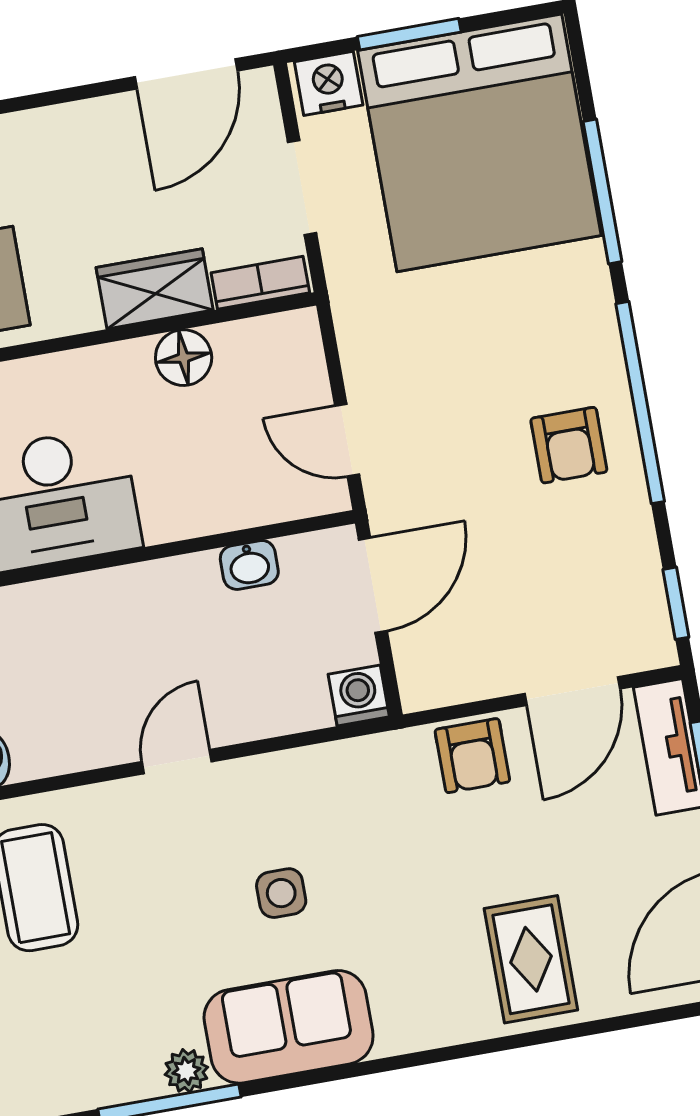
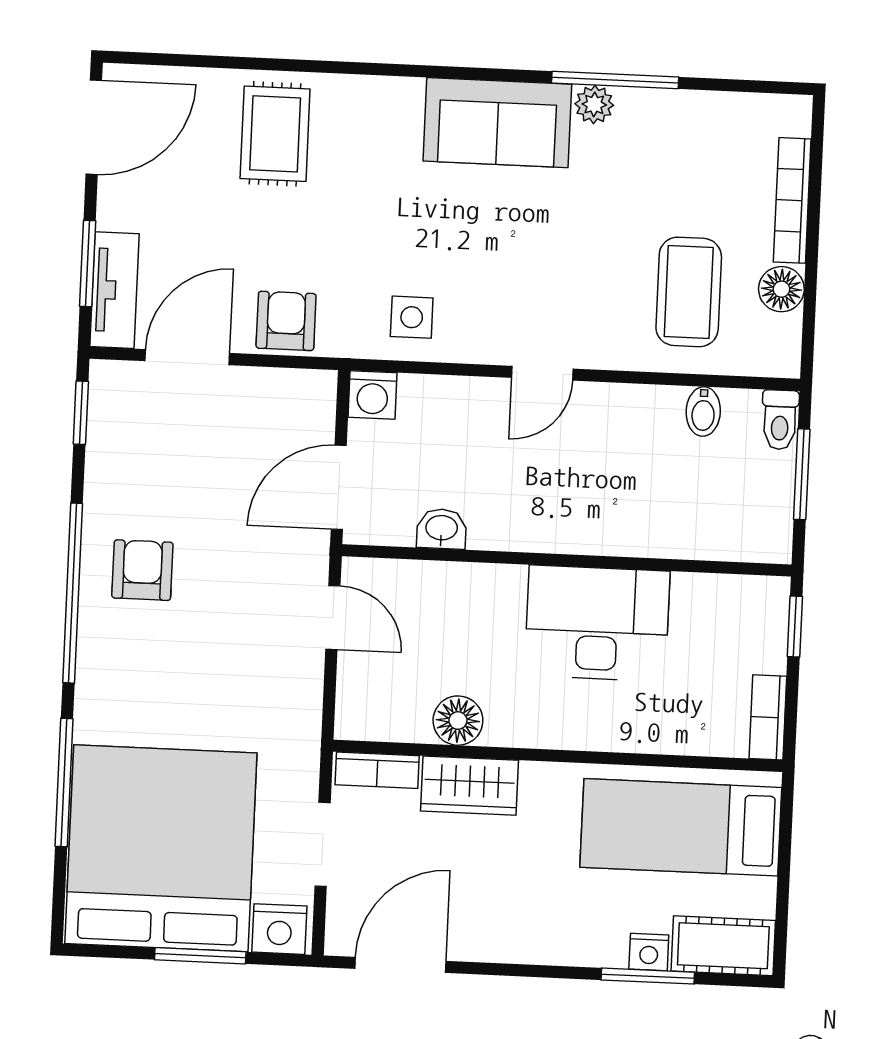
side table: (281, 893) -> (412, 317), moved

